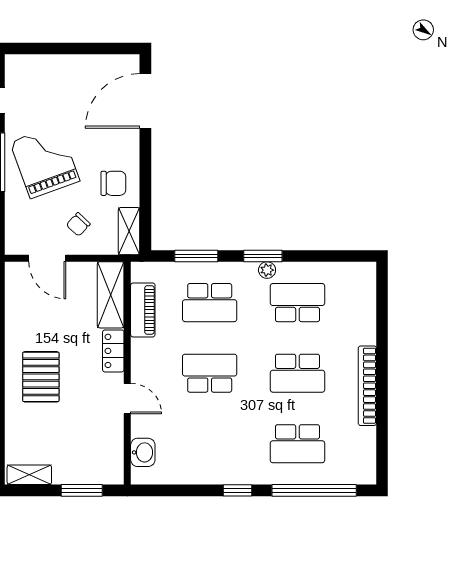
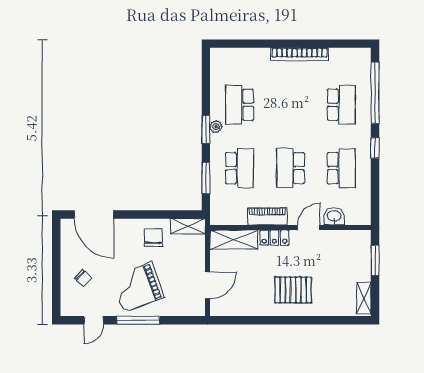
chair: (78, 224) -> (83, 278), moved
piano: (143, 310) -> (267, 216), moved
school desk: (297, 373) -> (341, 168), moved
washbasin: (143, 452) -> (334, 216), moved

